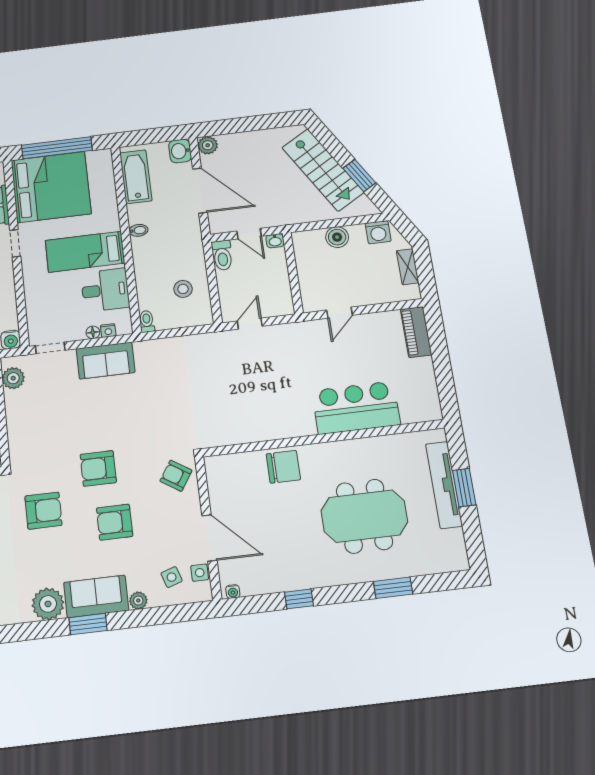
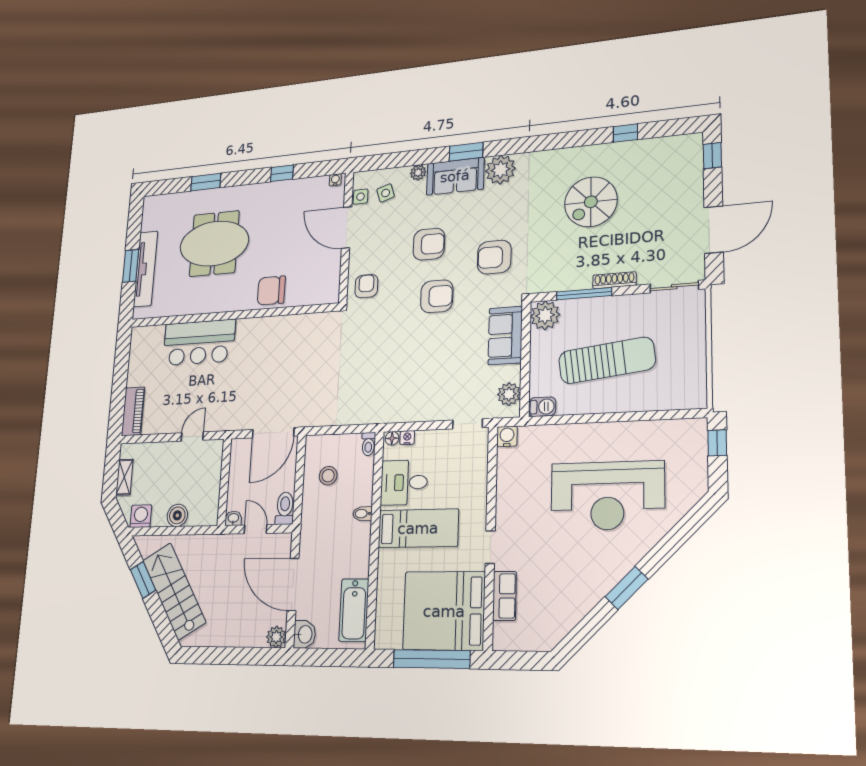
bidet: (138, 230) -> (362, 514), moved
door: (250, 324) -> (273, 433), width x1.87
floor lamp: (93, 332) -> (392, 438), moved
sofa: (106, 361) -> (505, 336), moved, turned -90
armchair: (176, 476) -> (366, 286), turned -123

